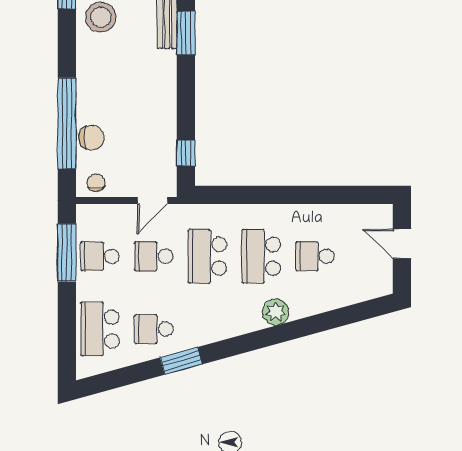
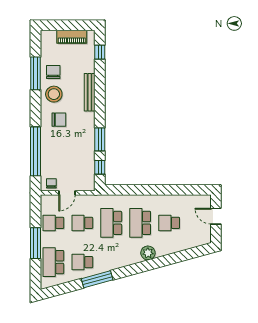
window: (186, 33) -> (100, 139), moved
chair: (92, 138) -> (59, 120), moved
door: (152, 201) -> (67, 193), moved
window: (67, 253) -> (36, 243), moved
window: (181, 361) -> (97, 279), width x1.44

